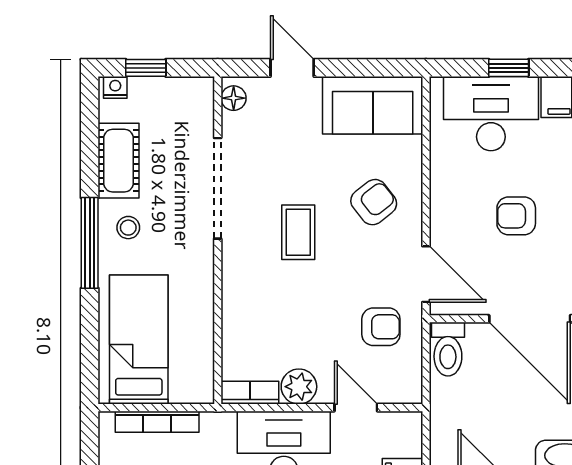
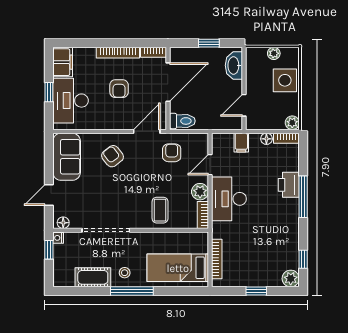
window: (146, 68) -> (49, 250), moved
nightstand: (115, 87) -> (58, 238), moved
coffee table: (298, 232) -> (160, 210), moved, turned 90

